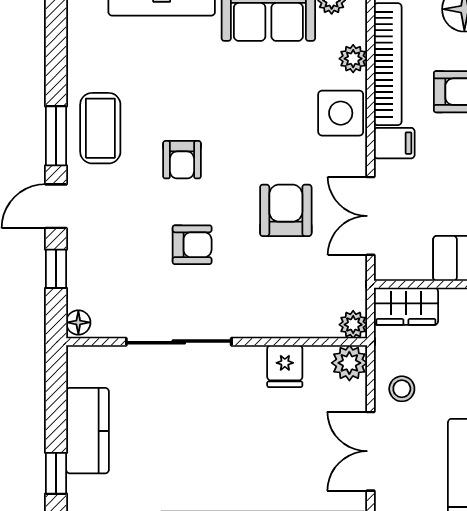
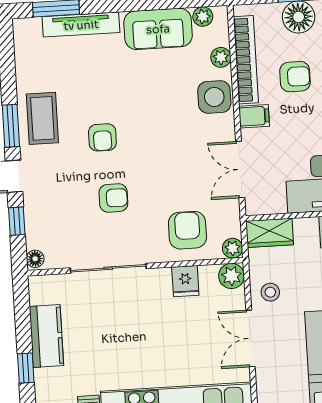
armchair: (286, 210) -> (187, 230), moved

